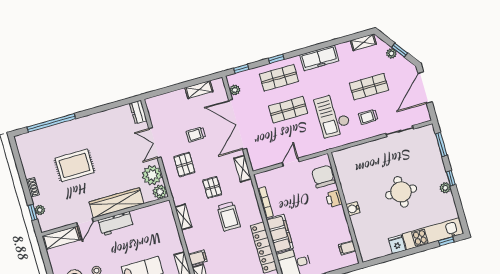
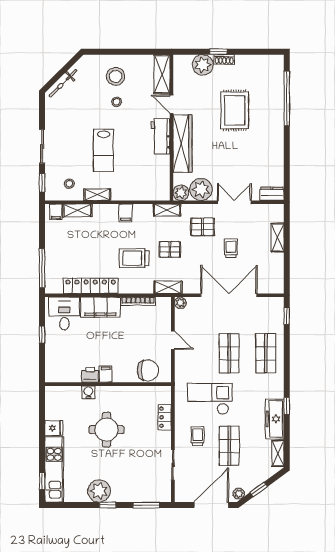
plant: (391, 53) -> (239, 494), moved
freezer: (319, 58) -> (275, 419), moved
window: (276, 59) -> (287, 406), moved
door: (425, 88) -> (211, 505), hinge flipped
shelving: (199, 90) -> (277, 238), moved
plant: (235, 90) -> (180, 303), moved
locker: (360, 150) -> (165, 417), added
shelving: (243, 169) -> (168, 287), moved
plant: (445, 188) -> (99, 491), width x1.87, depth x1.87
round table: (401, 192) -> (106, 430), moved
printer: (334, 199) -> (90, 375), moved
water cooler: (353, 209) -> (88, 392), moved
plant: (40, 210) -> (203, 65), width x1.87, depth x1.87
window: (33, 212) -> (218, 52), moved
shelving: (183, 217) -> (167, 210), moved
filing cabinet: (347, 248) -> (106, 374), moved
filing cabinet: (198, 258) -> (126, 213), moved

